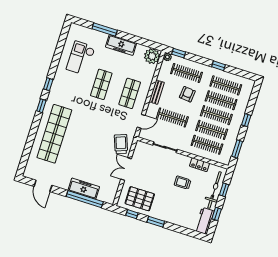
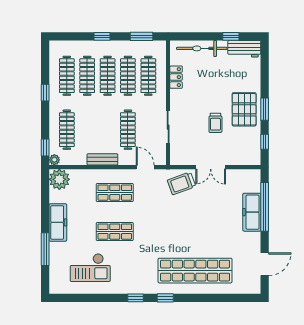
armchair: (187, 94) -> (93, 120), removed
trolley: (183, 183) -> (215, 123), moved
window: (224, 190) -> (198, 36), removed
pallet: (140, 199) -> (244, 109), moved

